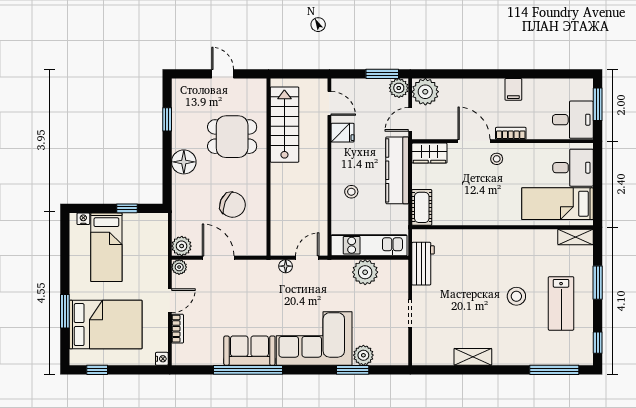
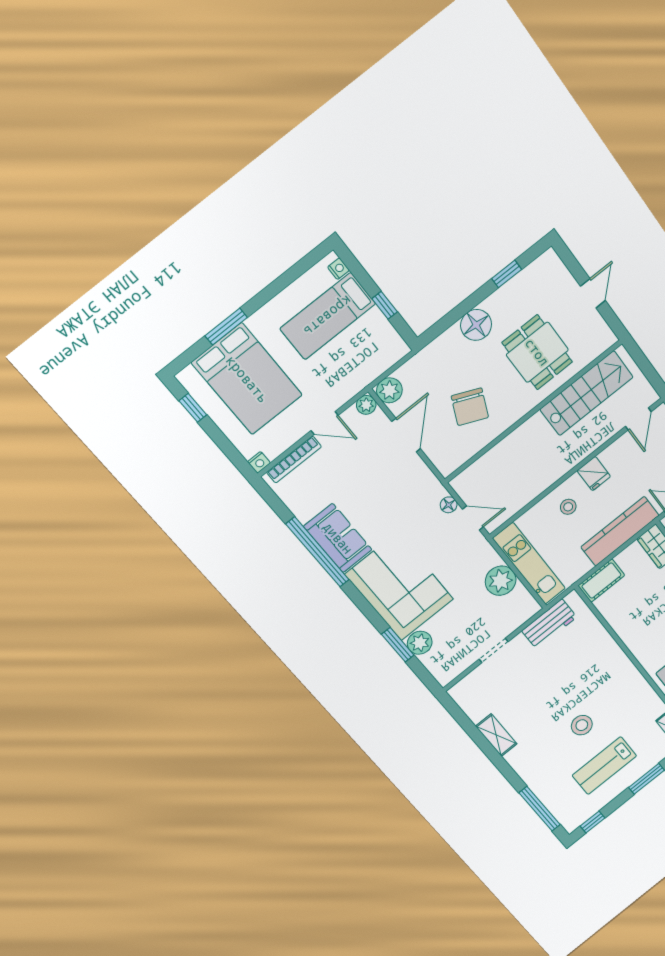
fridge: (343, 133) -> (594, 474), moved
bookcase: (177, 329) -> (294, 460), width x1.56

